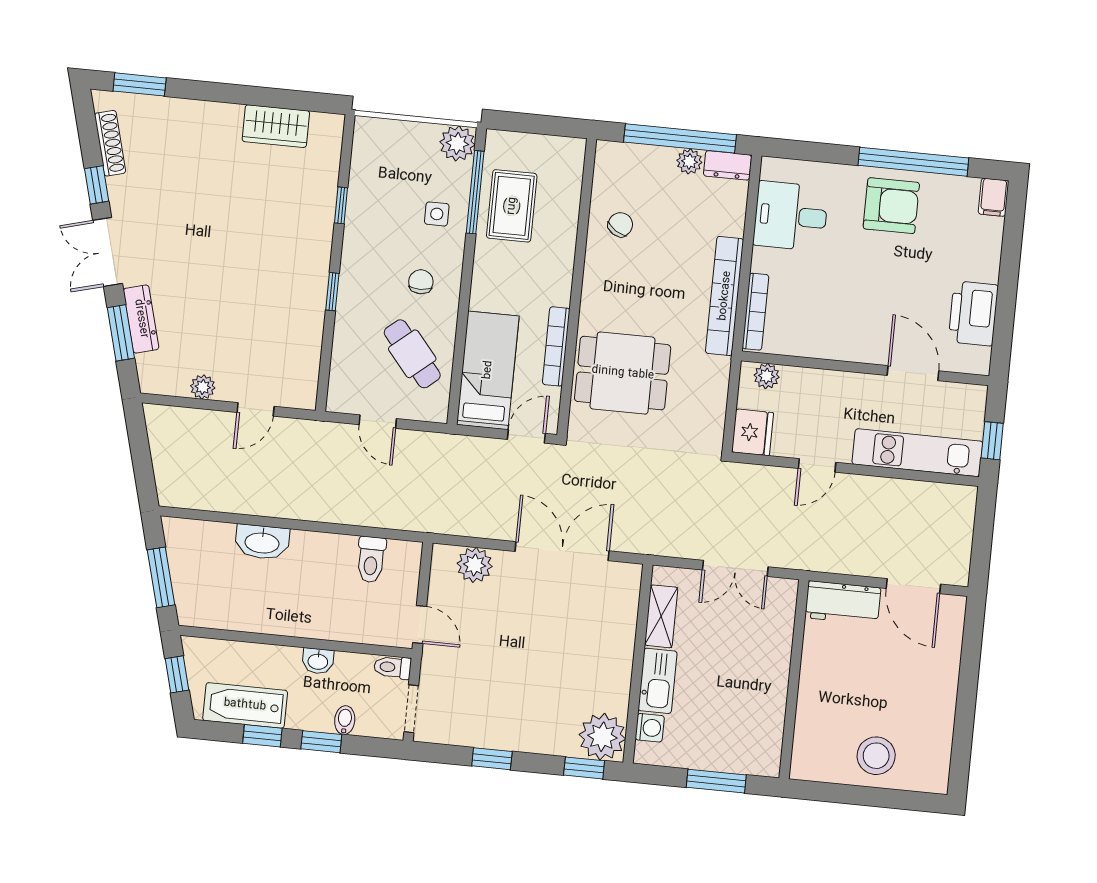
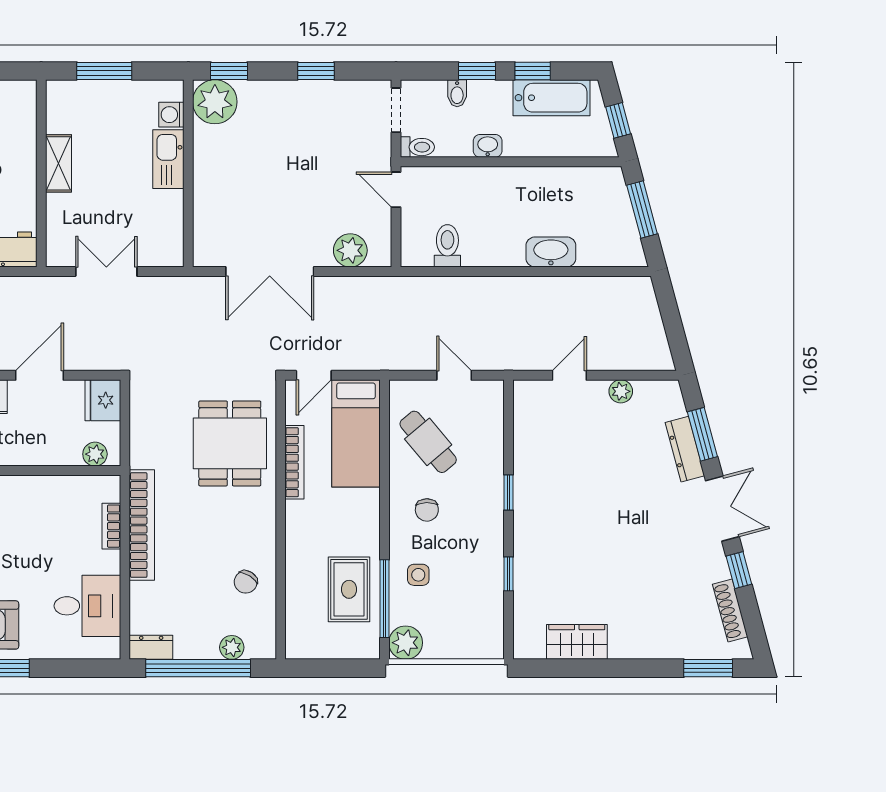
plant: (689, 161) -> (232, 647), moved
bookcase: (755, 312) -> (111, 526), width x0.64
dining table: (623, 373) -> (230, 443), turned 90
door: (817, 465) -> (39, 375), width x1.37
shelving: (661, 616) -> (58, 163), moved

